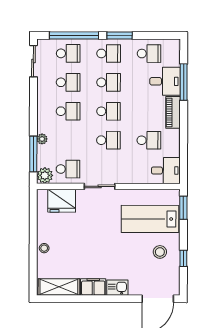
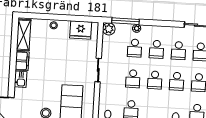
school desk: (68, 169) -> (135, 48), moved
fridge: (62, 201) -> (81, 30), moved, turned -90

